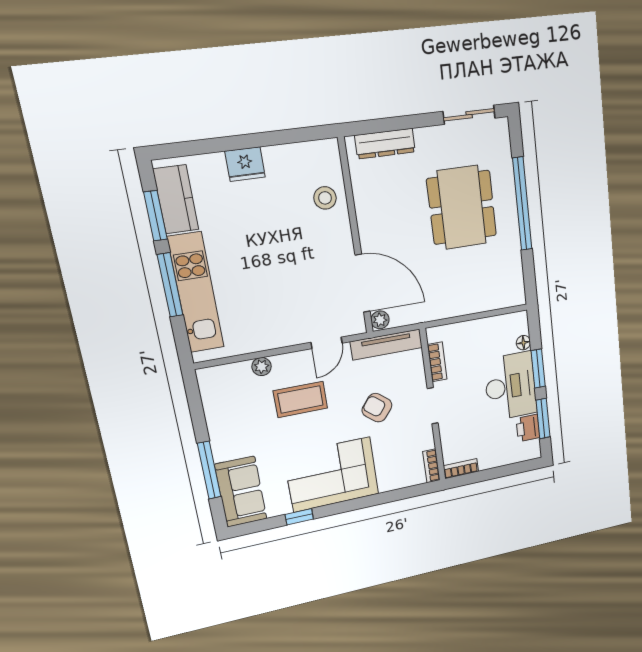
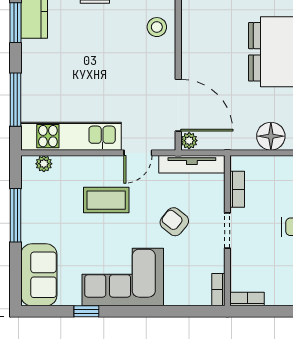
window: (170, 285) -> (16, 100), moved
kitchen unit: (196, 293) -> (71, 136), moved, turned -90
floor lamp: (465, 300) -> (271, 136), added
plant: (262, 367) -> (44, 164), moved
window: (209, 470) -> (16, 215), moved

